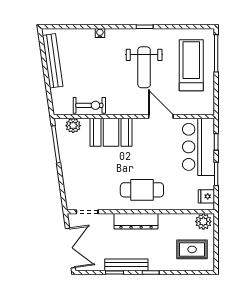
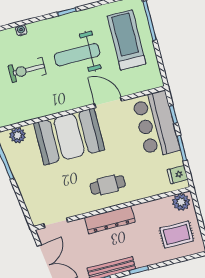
weight bench: (144, 67) -> (77, 55), turned 90
exercise bike: (89, 105) -> (27, 70), moved, turned 180
booth: (111, 132) -> (69, 137), width x1.36, depth x1.42
cafe table: (142, 190) -> (108, 185), width x0.73, depth x0.74

